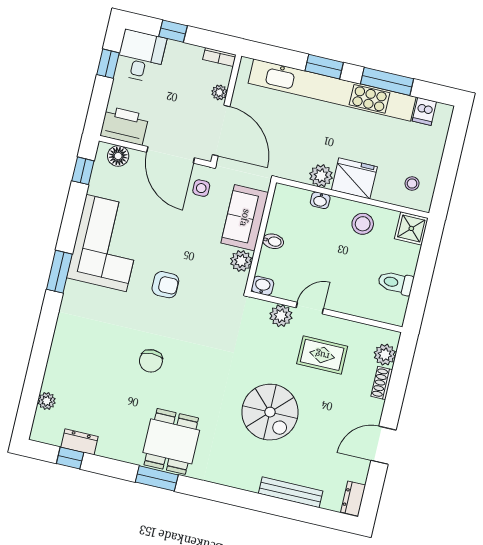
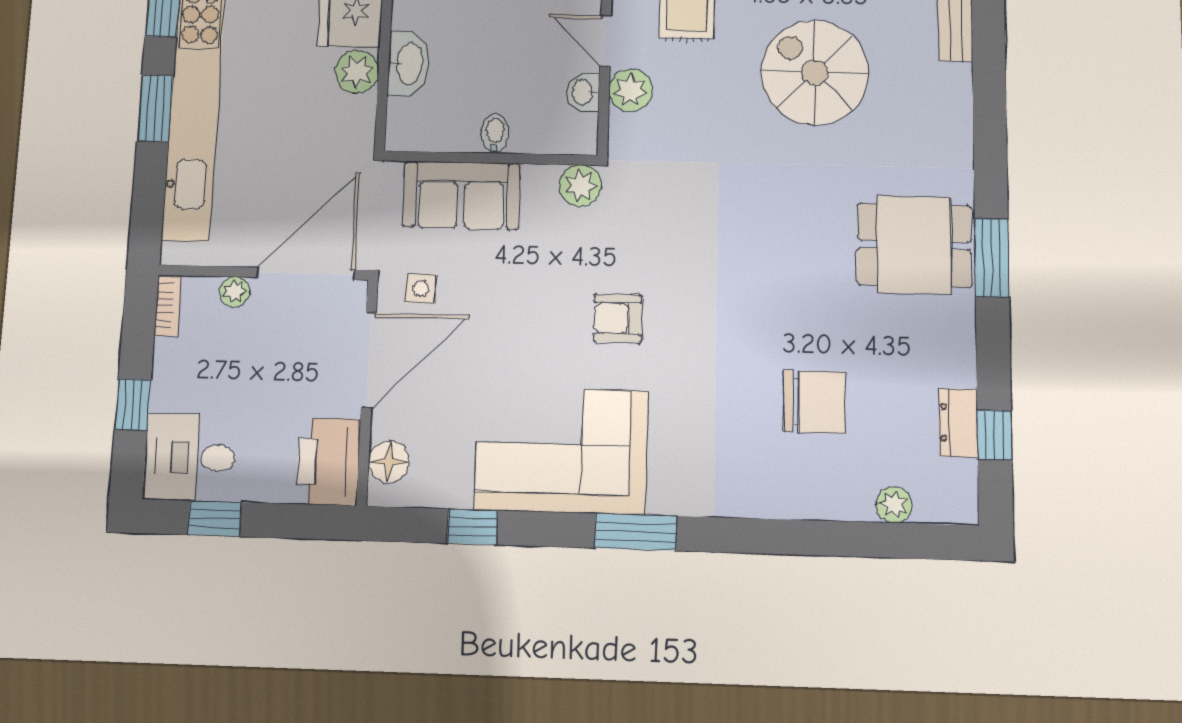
window: (83, 171) -> (472, 527), moved
washbasin: (320, 200) -> (409, 64), width x1.91, depth x1.45
plant: (241, 261) -> (580, 186), moved
armchair: (165, 285) -> (618, 318), turned -90
washbasin: (263, 286) -> (583, 92), moved
chair: (151, 361) -> (815, 402), moved, width x1.37, depth x1.37
spiral stairs: (270, 412) -> (815, 73), turned -90

